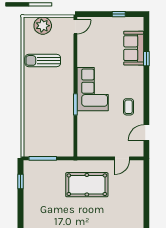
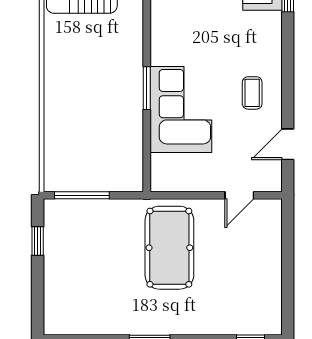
corner sofa: (93, 89) -> (181, 110), moved
pool table: (87, 185) -> (169, 248), turned 90

